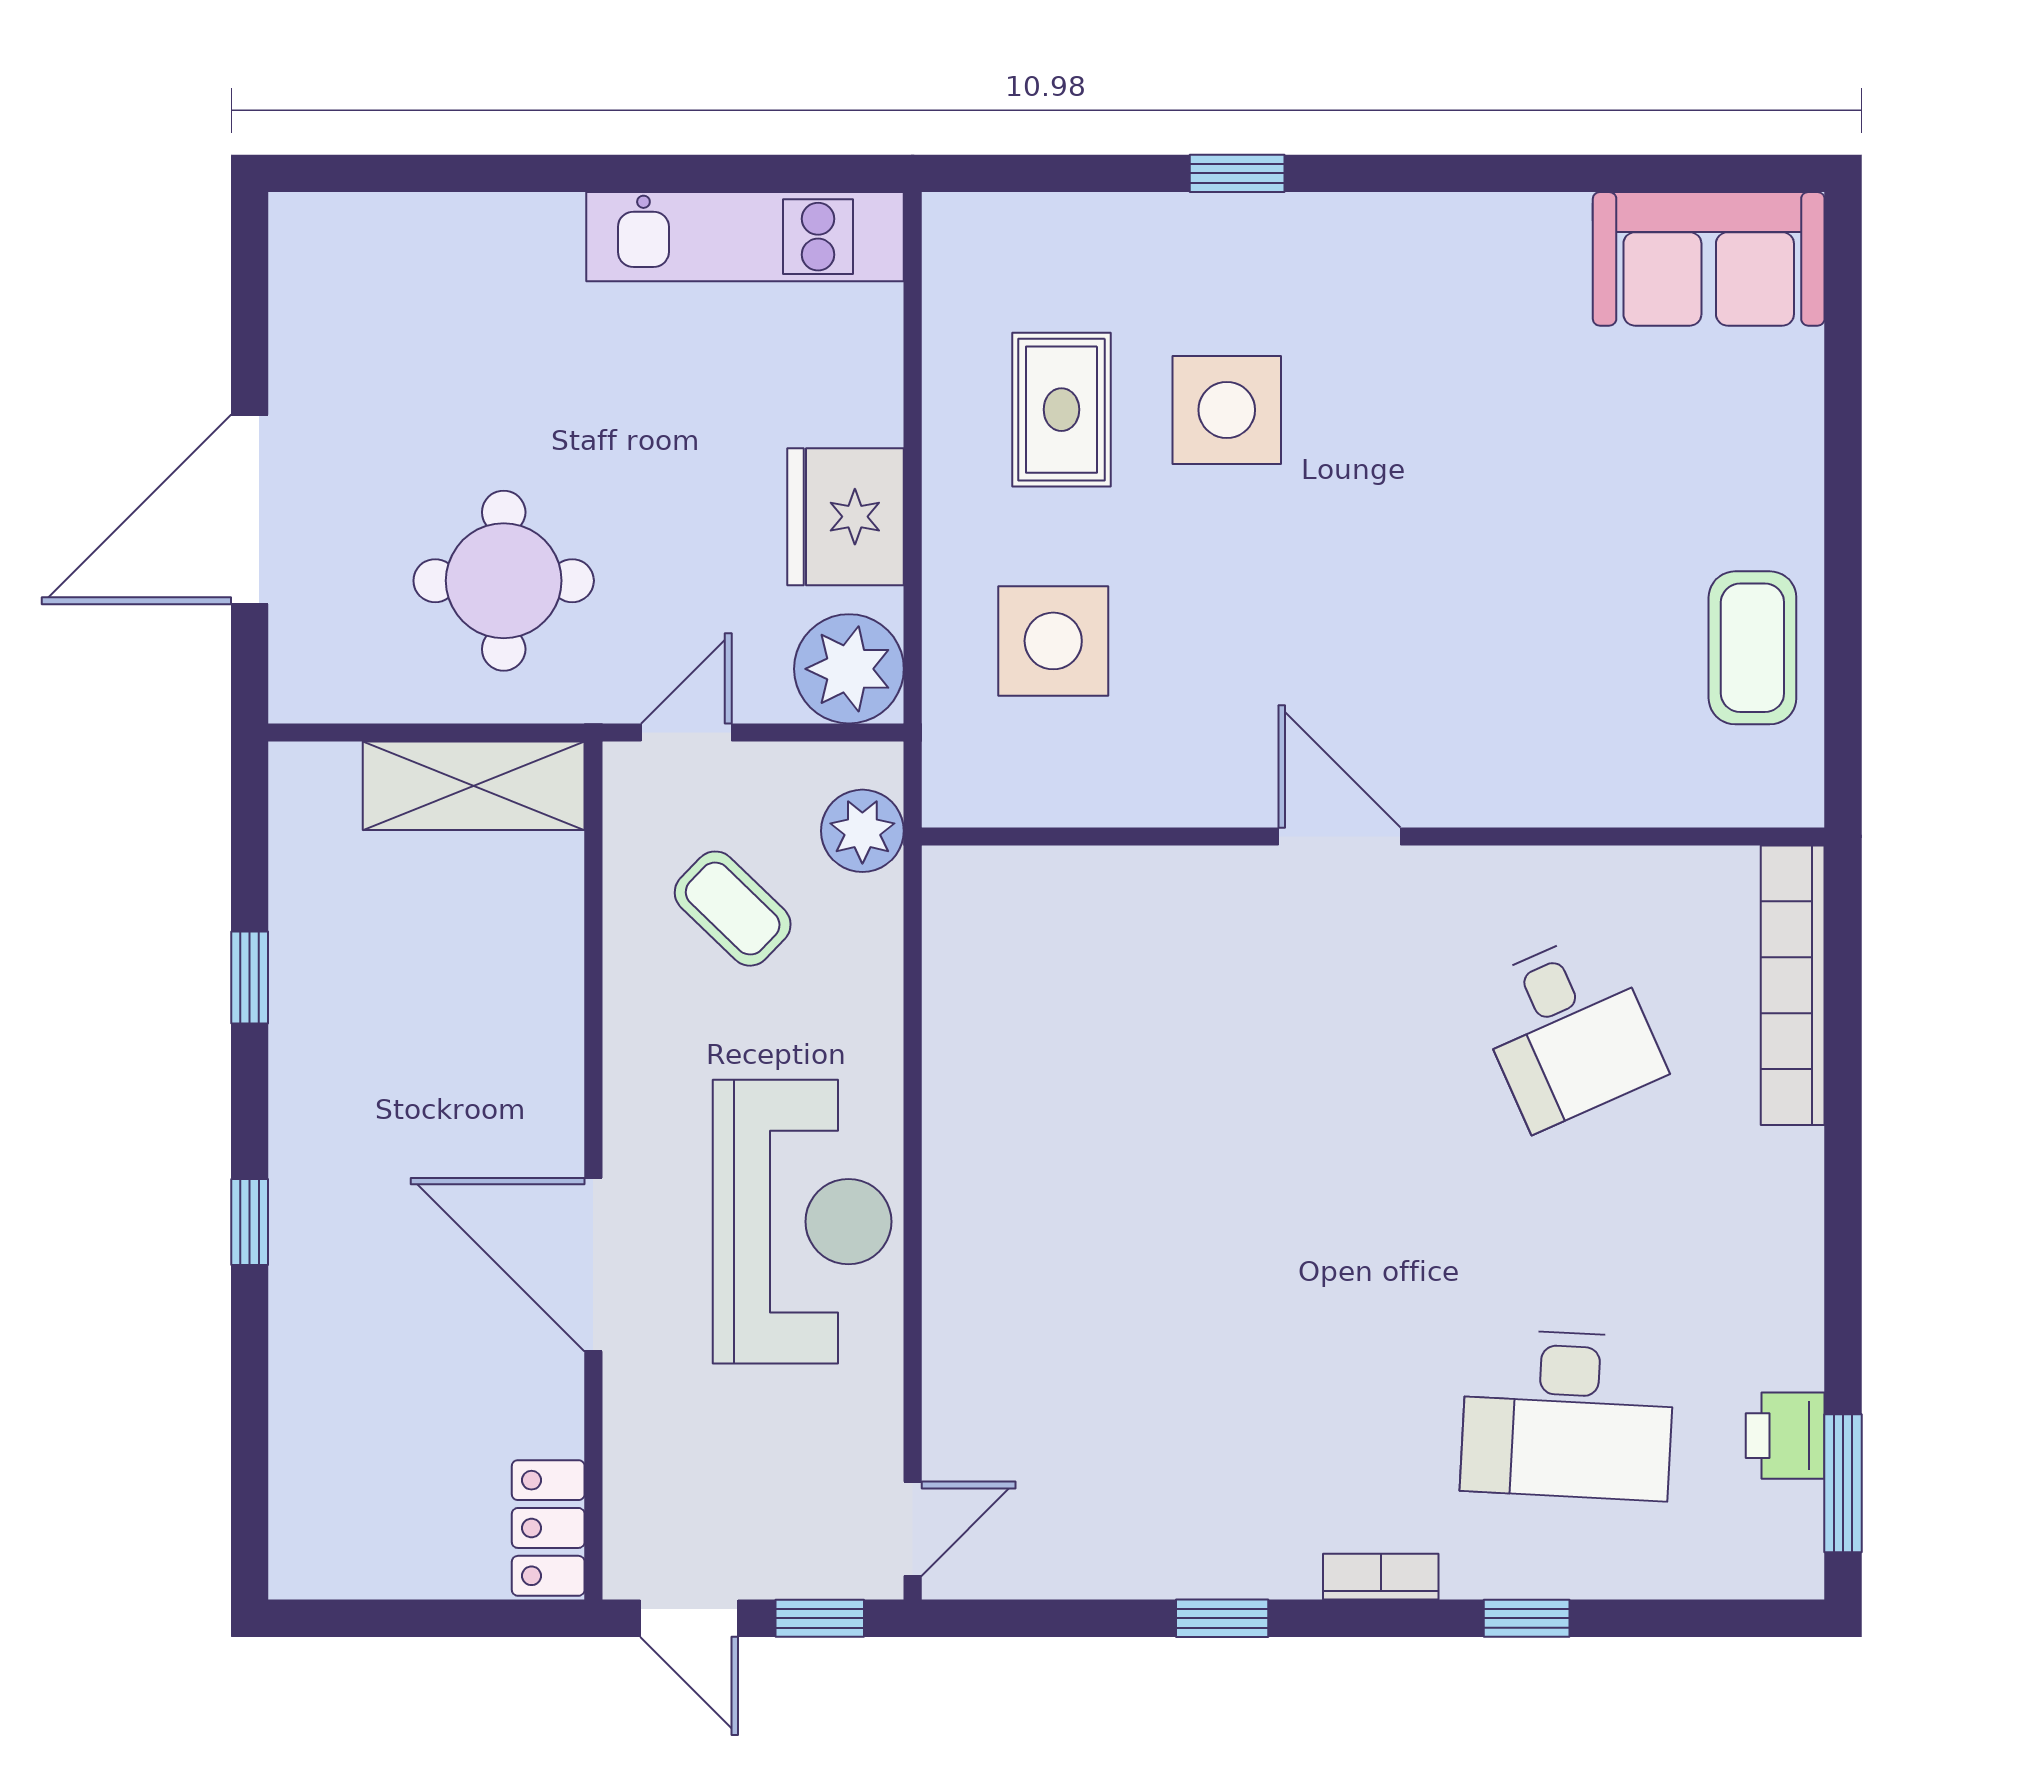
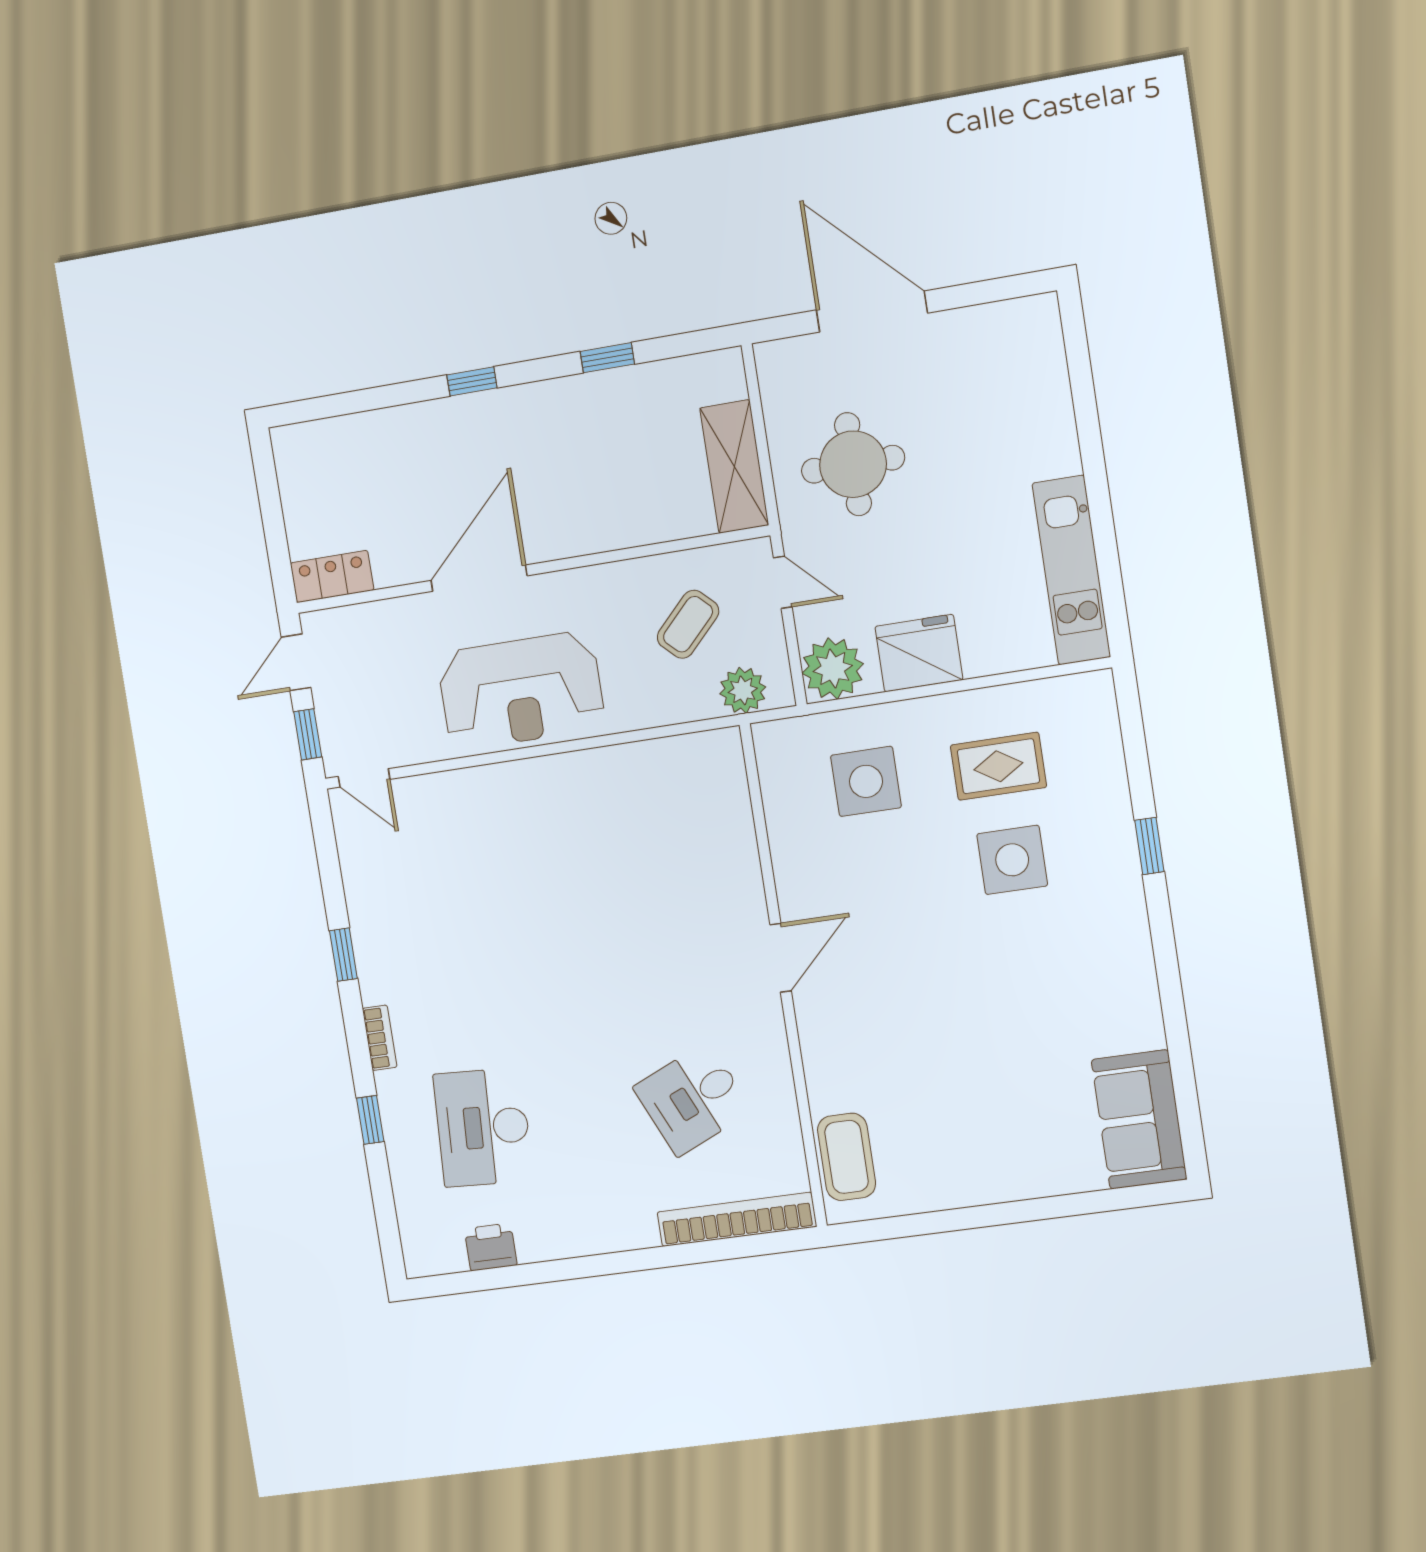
coffee table: (1752, 648) -> (847, 1157), moved, turned 90
window: (1843, 1483) -> (470, 1281), removed

